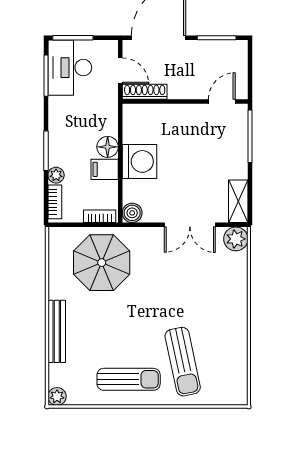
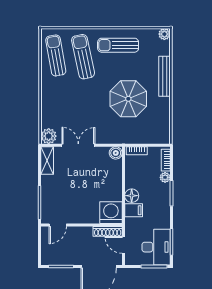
washing machine: (140, 161) -> (111, 213), moved, turned 90
filing cabinet: (105, 169) -> (134, 210), moved
parasol: (102, 263) -> (128, 99), moved
sun lounger: (225, 363) -> (56, 55), added

